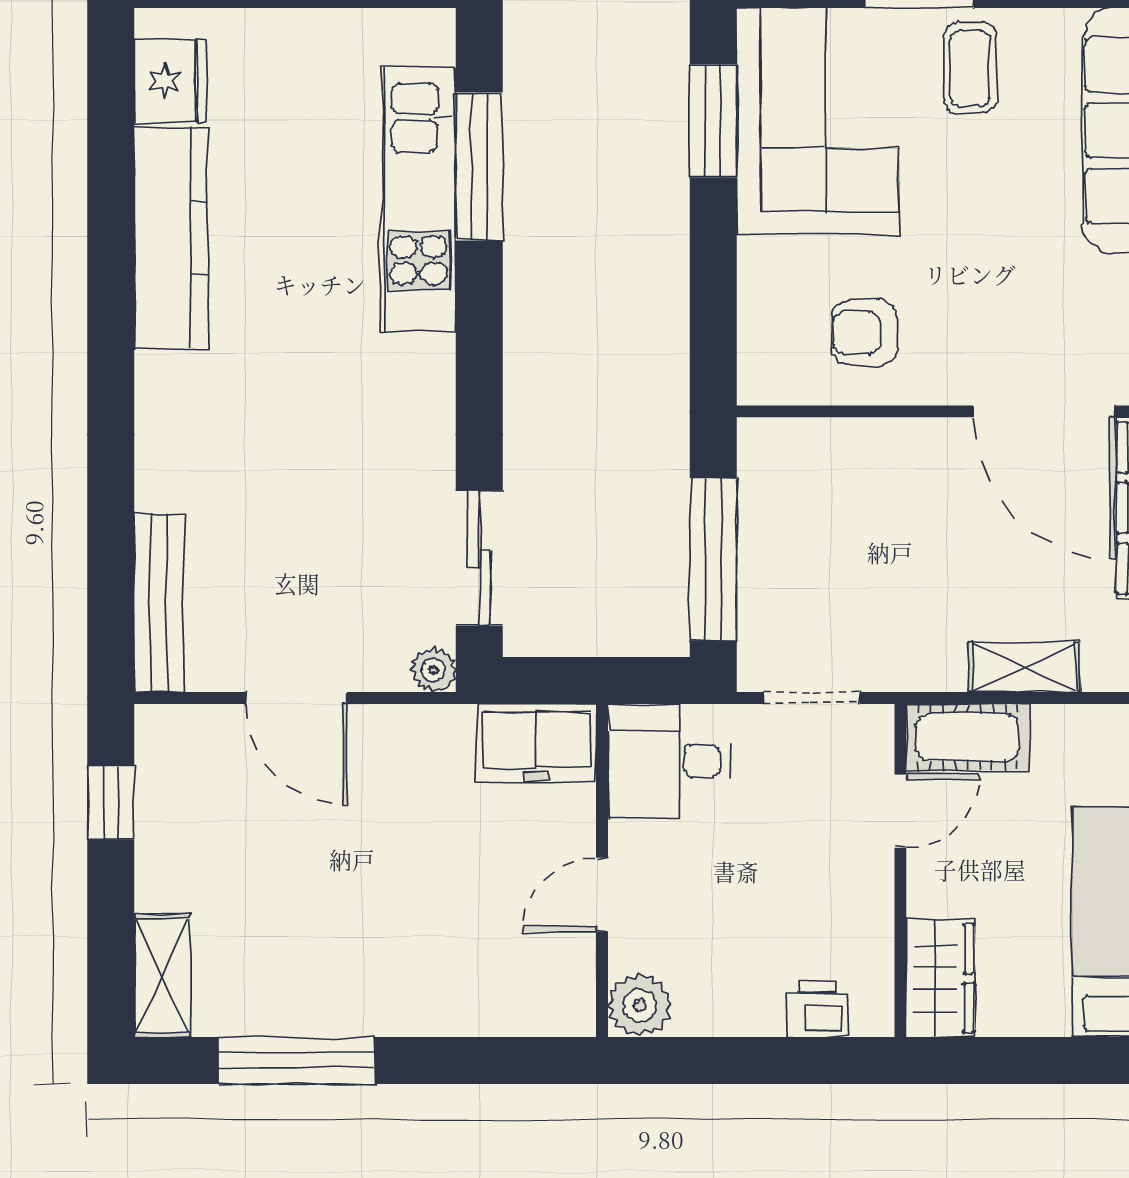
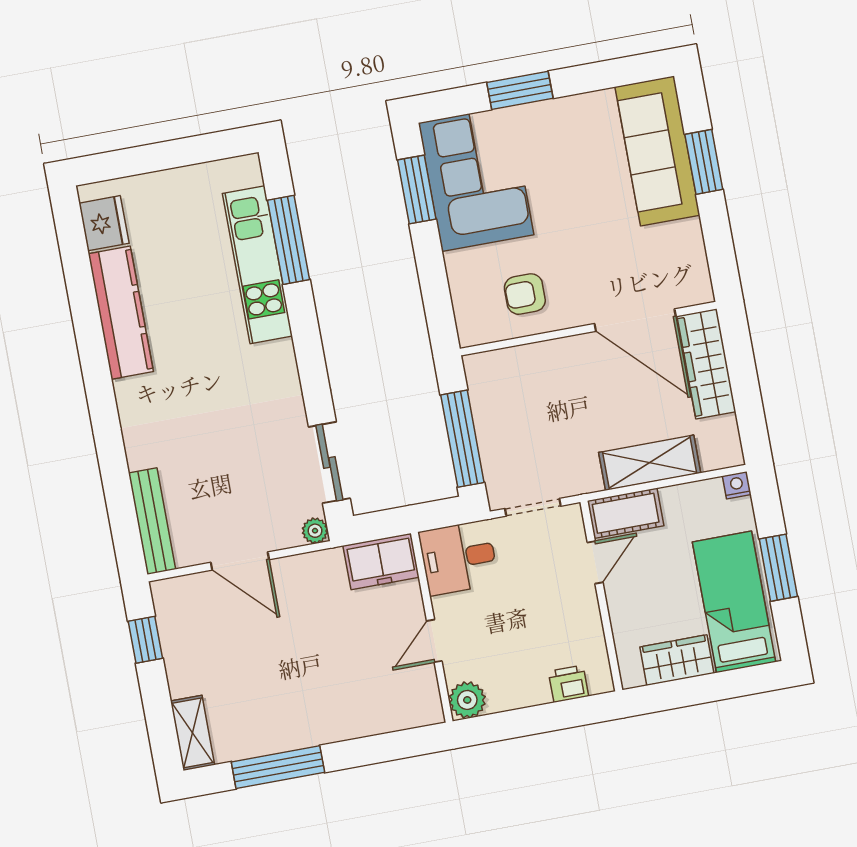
coffee table: (970, 68) -> (557, 133), removed
shelving: (1024, 667) -> (650, 463), width x1.50, depth x1.33
wardrobe: (940, 978) -> (677, 660), moved, turned -90

